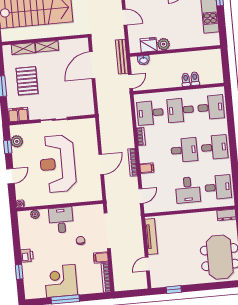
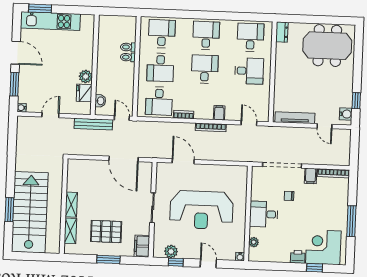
door: (92, 65) -> (124, 159), moved
door: (101, 164) -> (183, 161), moved
corner desk: (61, 281) -> (323, 247), moved, turned 90
water cooler: (161, 282) -> (346, 114), added

